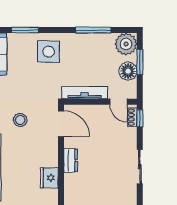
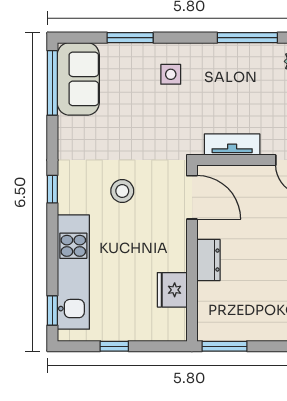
side table: (49, 52) -> (171, 74), width x0.54, depth x0.54
tv unit: (85, 93) -> (232, 145), width x0.71

